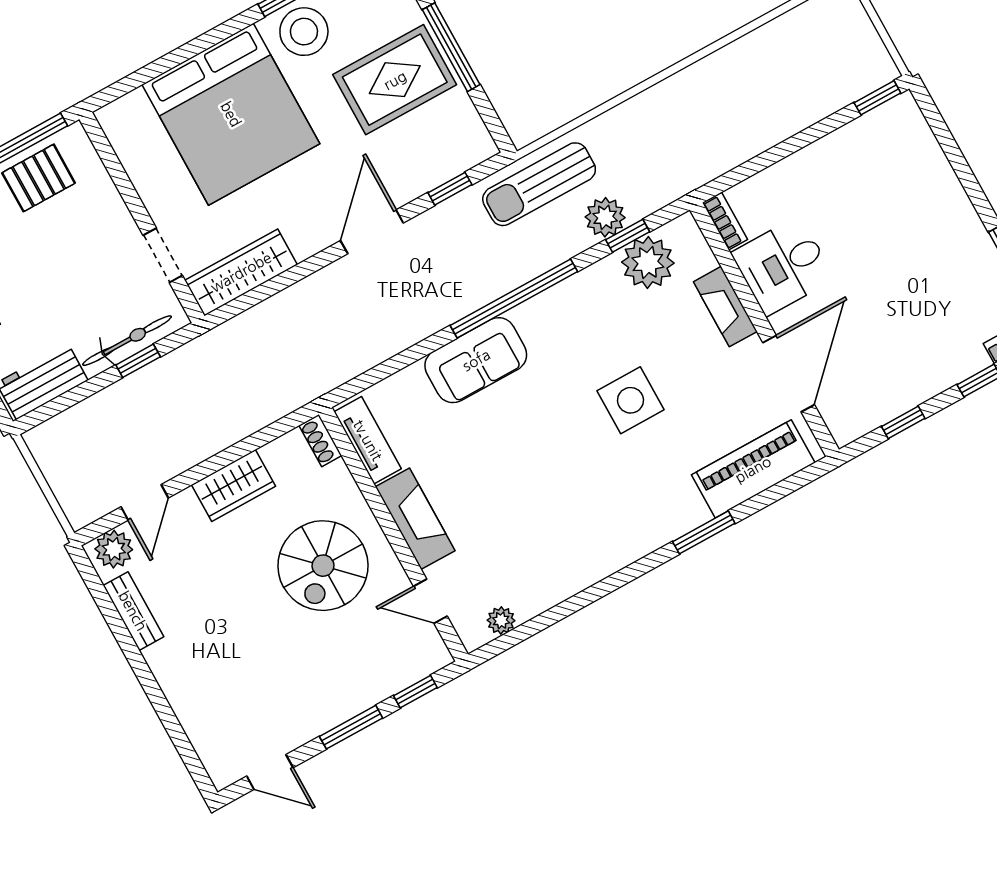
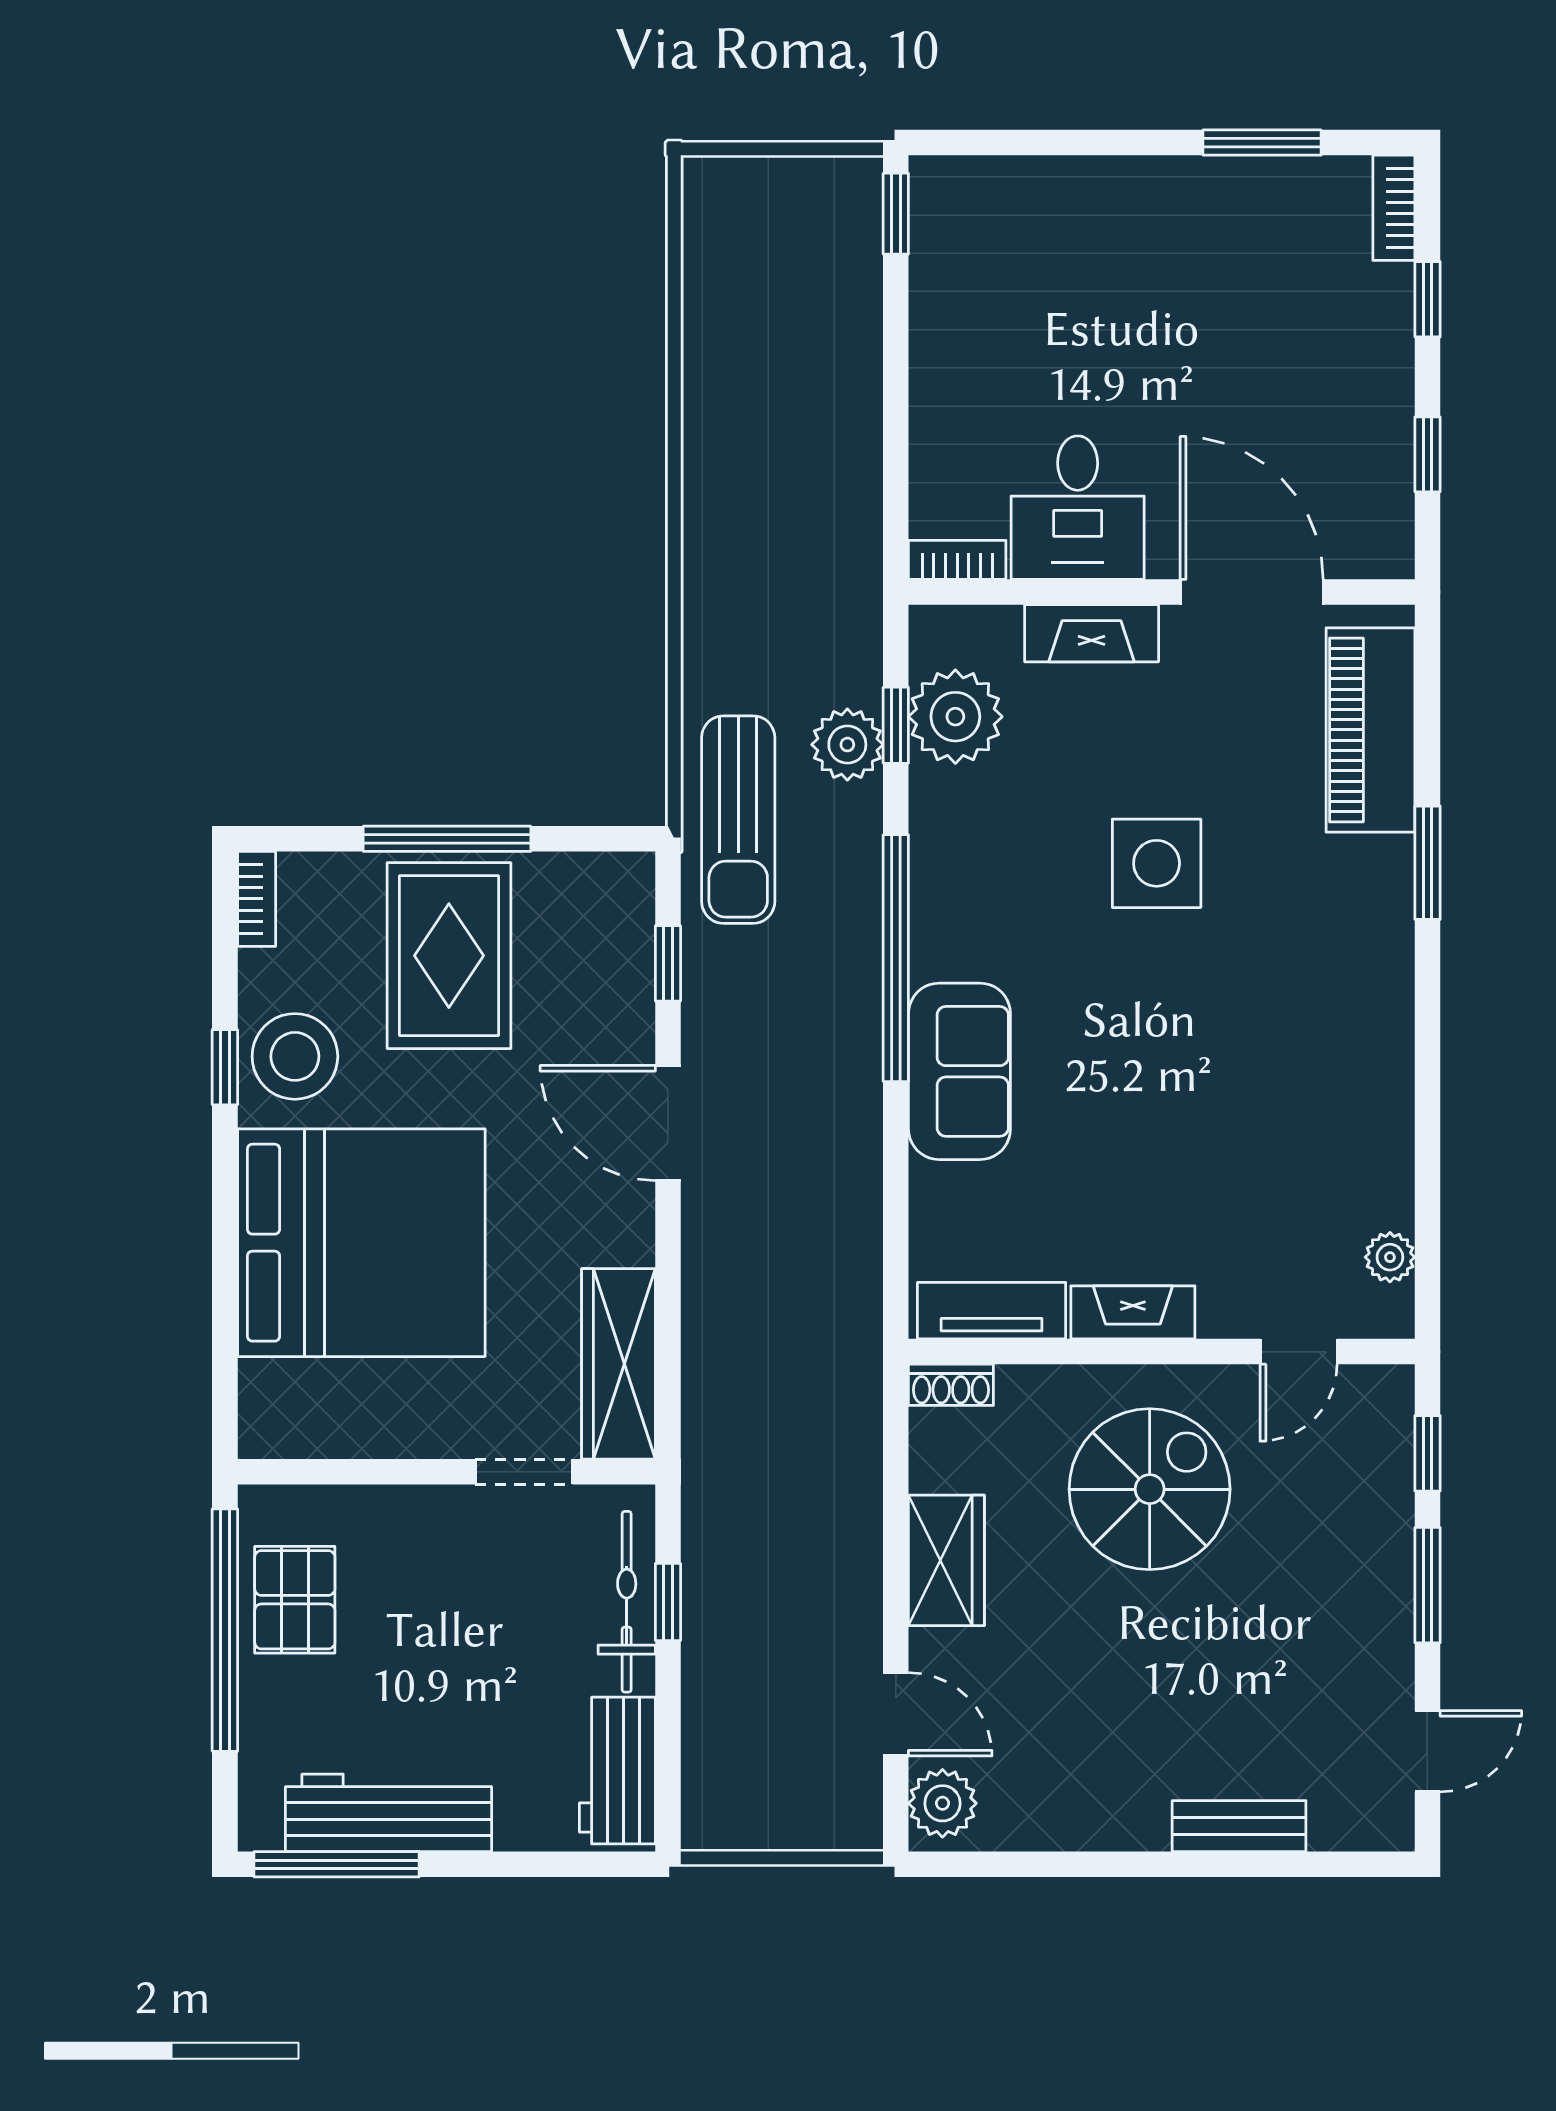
fireplace: (415, 519) -> (1133, 1312), width x0.73, depth x0.76
spiral stairs: (323, 566) -> (1150, 1489), turned -90
bench: (133, 611) -> (1239, 1826), moved

